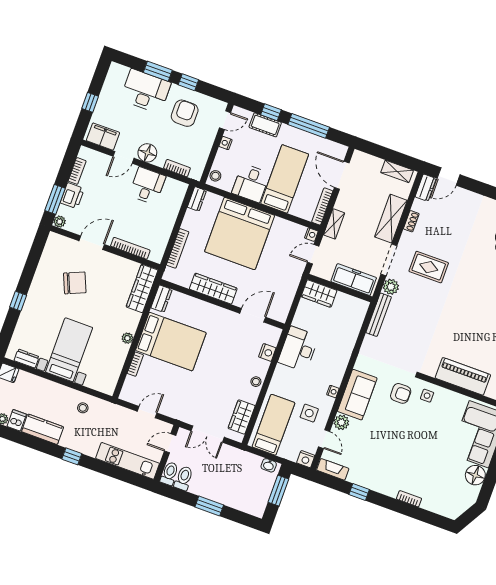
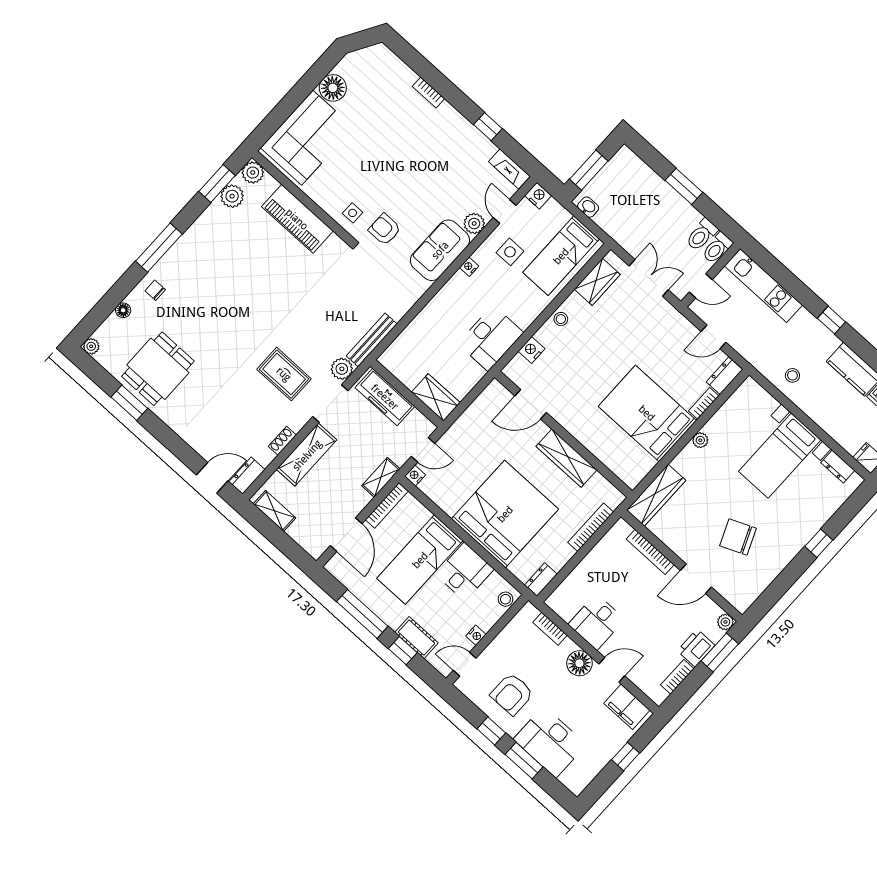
dresser: (162, 299) -> (724, 376), moved

